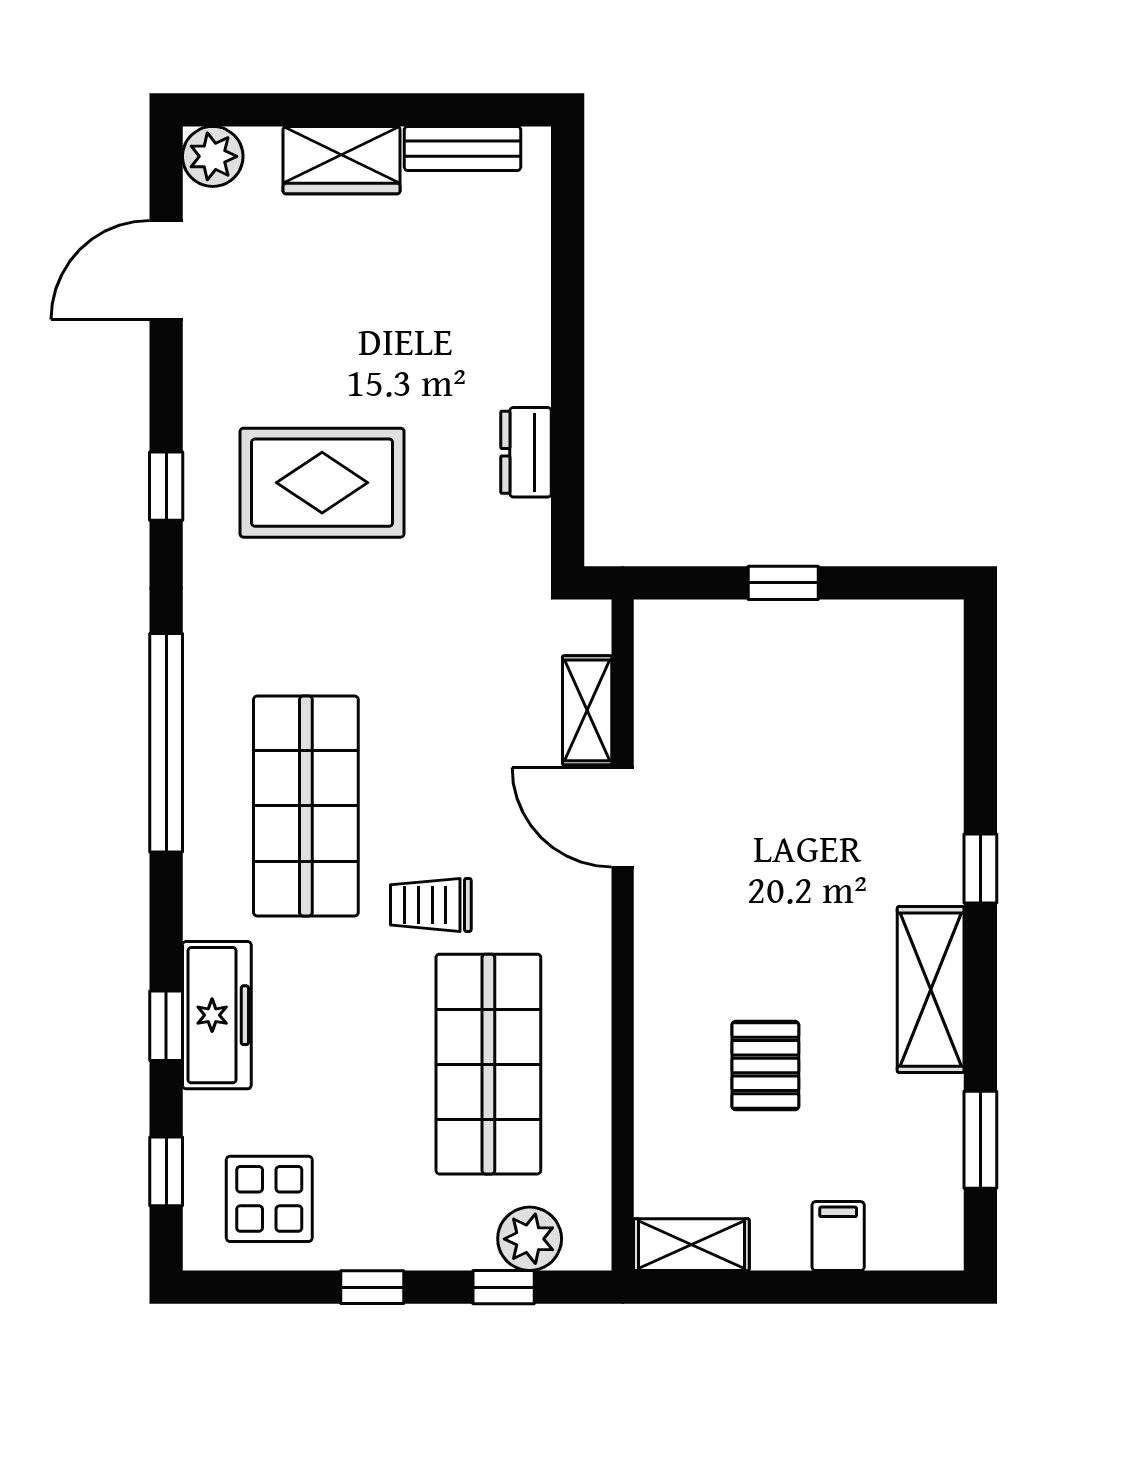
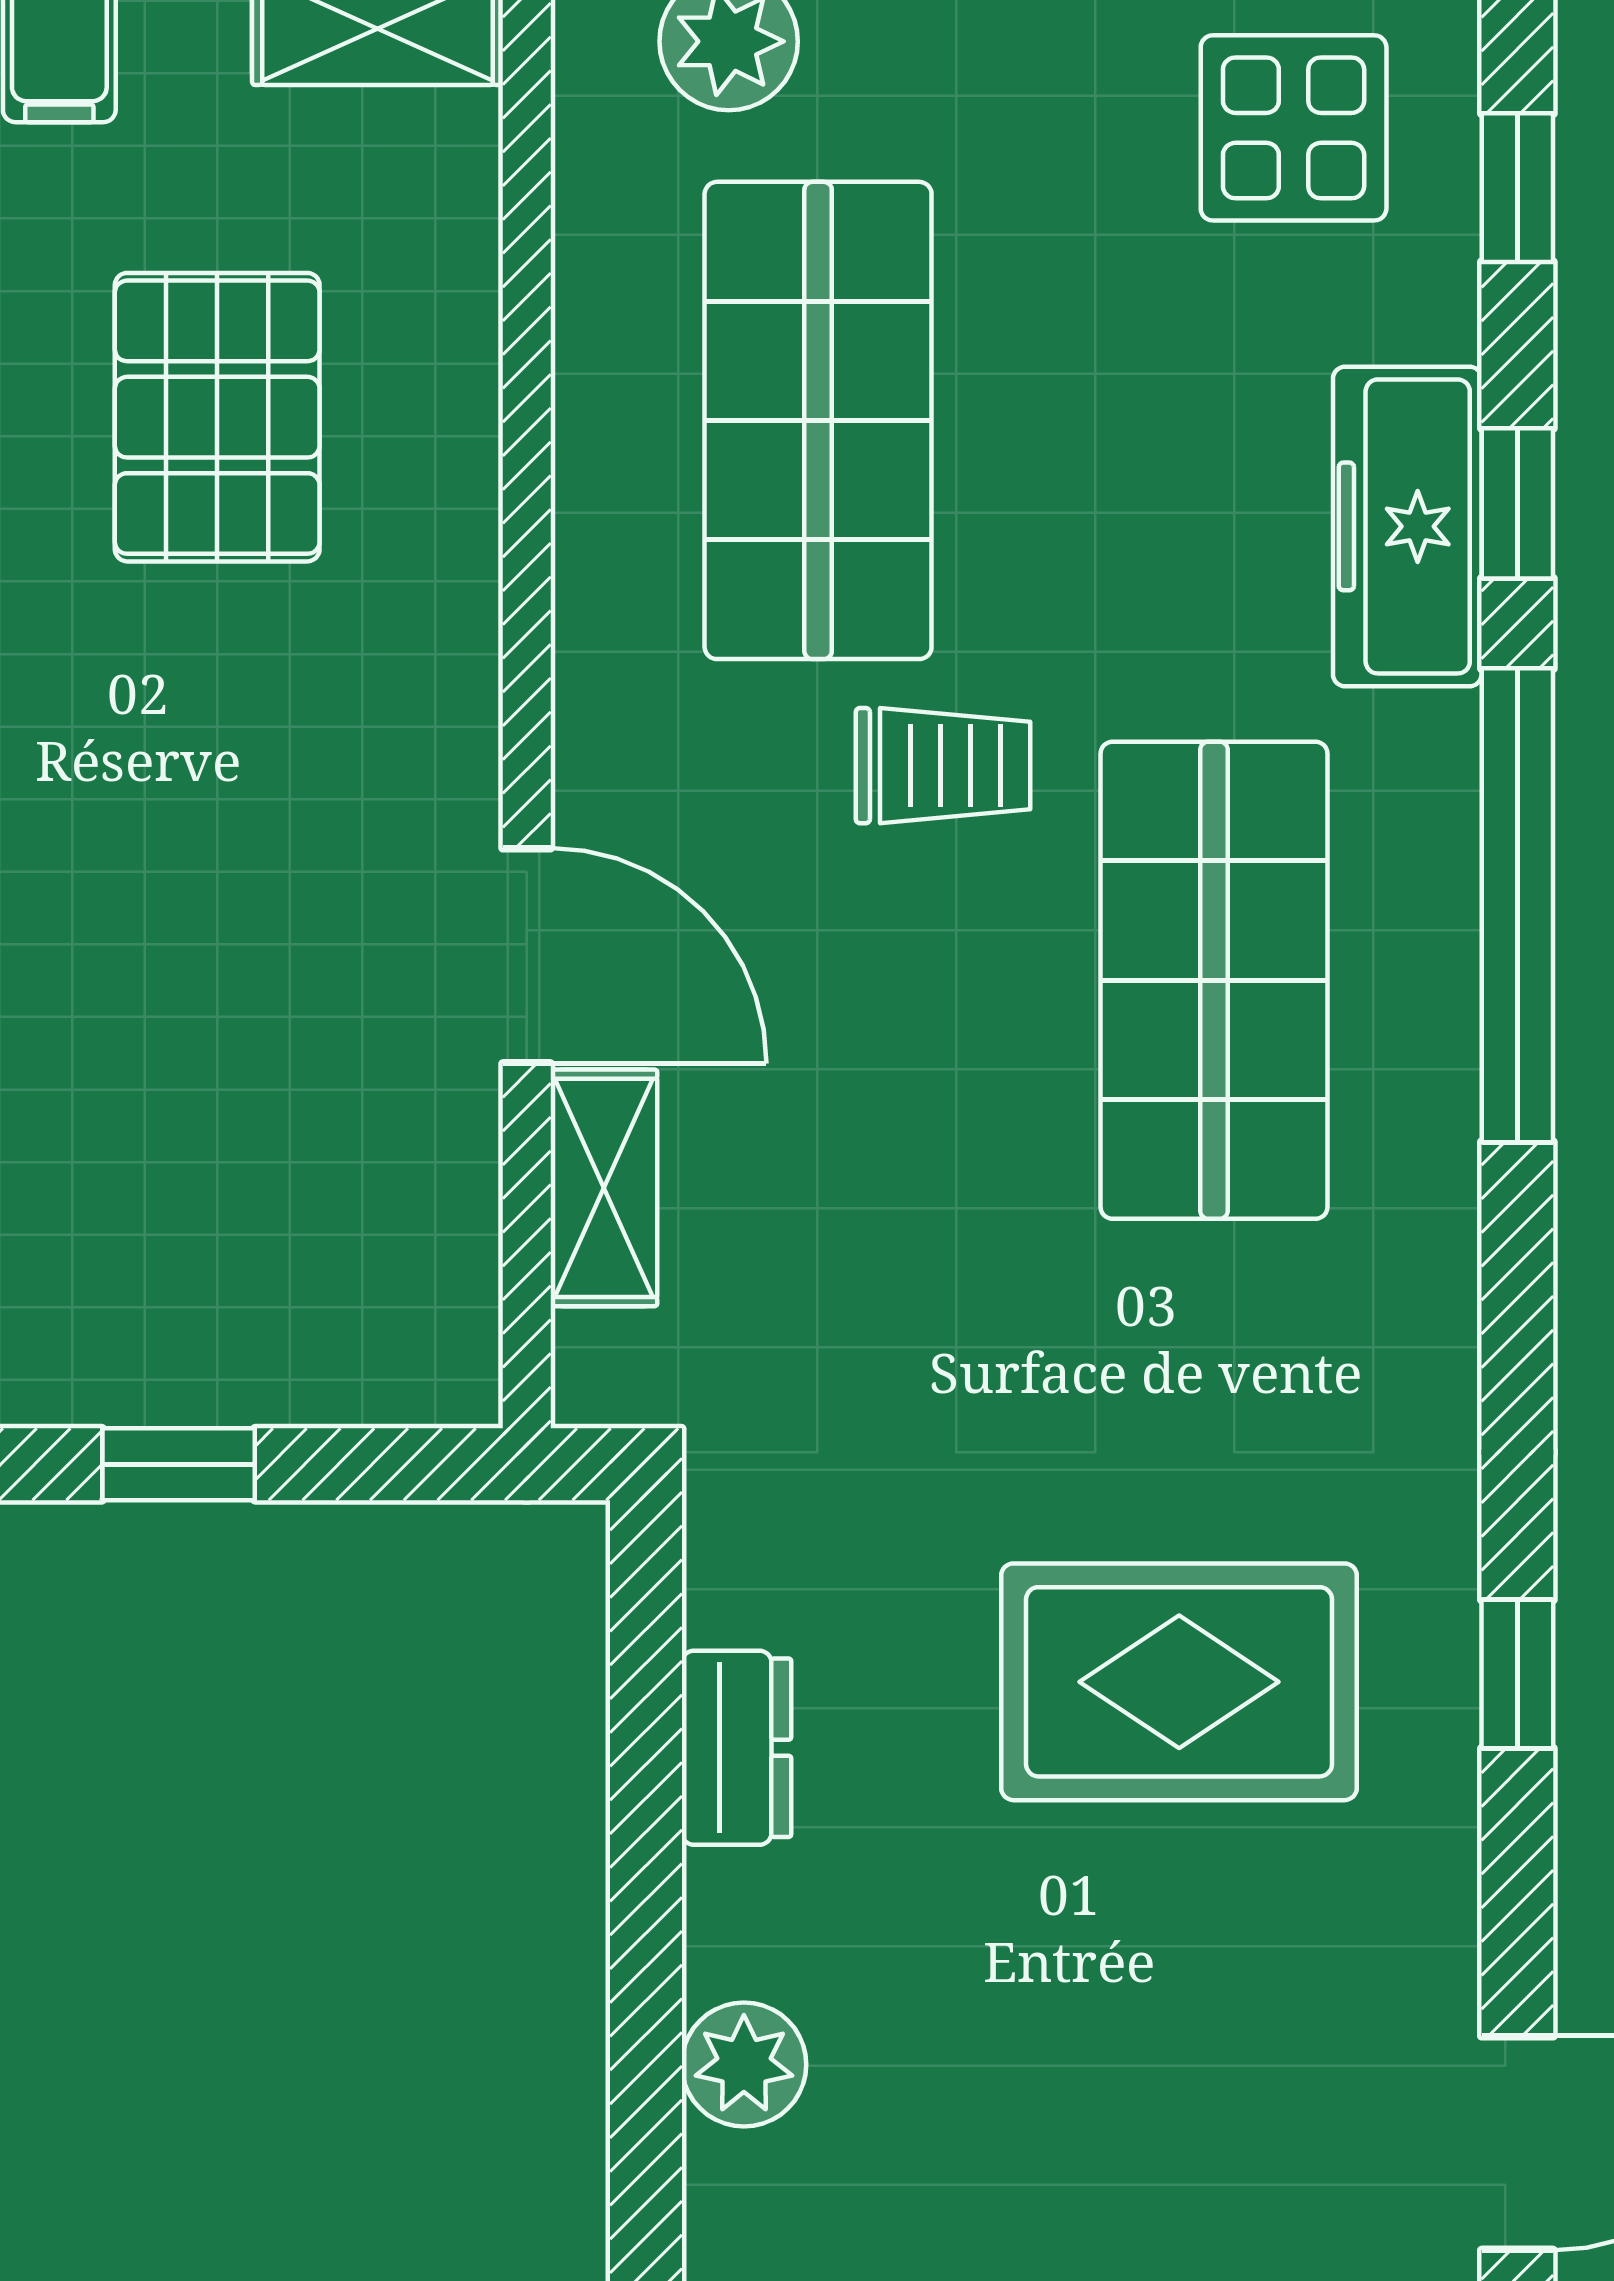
plant: (523, 306) -> (744, 2065), added
window: (166, 743) -> (1517, 905), moved
pallet: (765, 1066) -> (217, 417), width x1.50, depth x1.42

